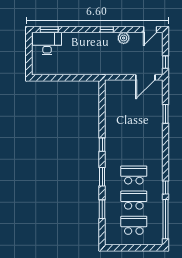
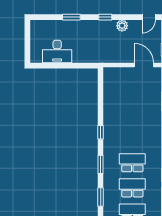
window: (49, 30) -> (71, 17), moved
desk: (47, 44) -> (57, 52), moved, turned 180
door: (145, 77) -> (144, 65), swing flipped

